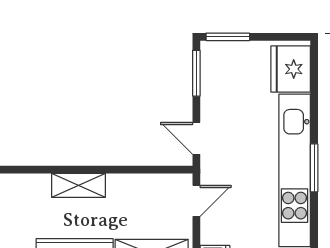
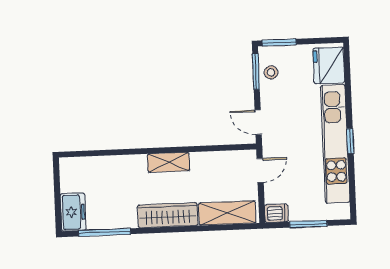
stool: (216, 75) -> (271, 72), added
window: (314, 168) -> (350, 141), width x0.67

